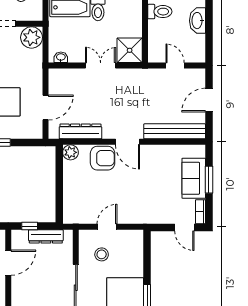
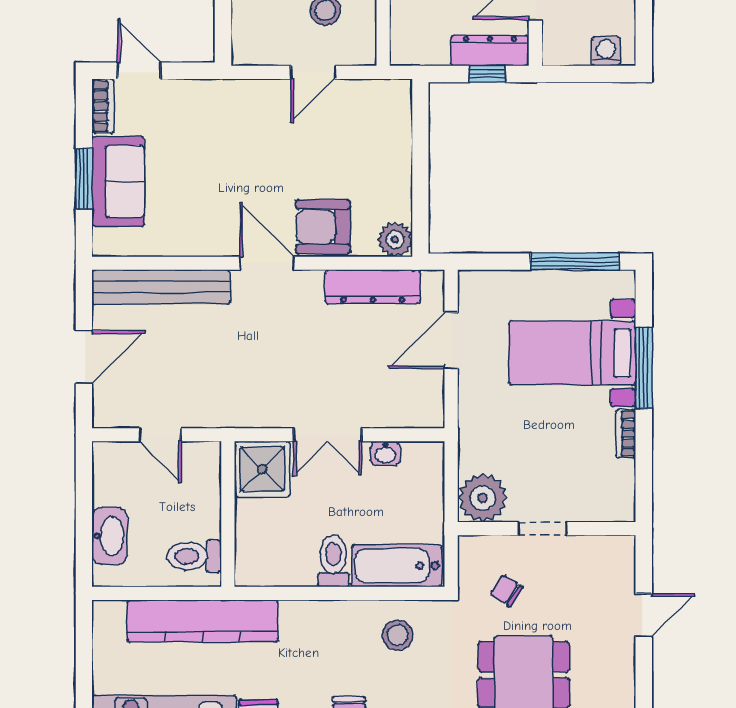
washbasin: (61, 57) -> (385, 453), moved
dresser: (46, 236) -> (490, 51), moved

